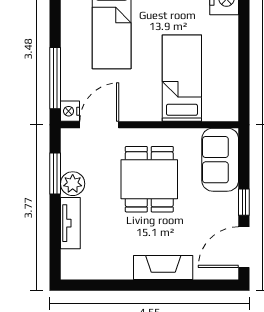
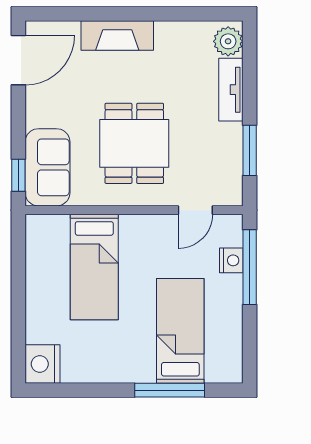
nightstand: (70, 111) -> (231, 260), moved
door: (99, 125) -> (195, 210), width x0.73
plant: (73, 184) -> (228, 41), moved
window: (244, 202) -> (18, 175), moved

